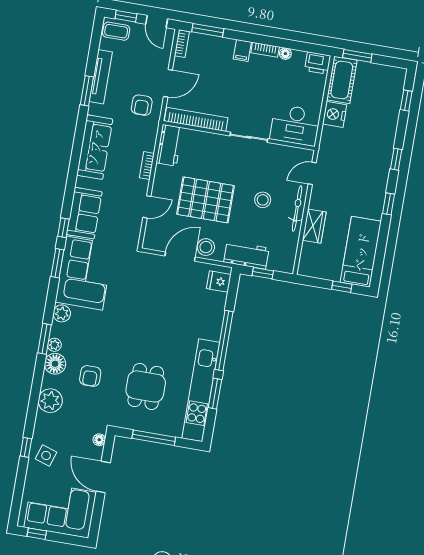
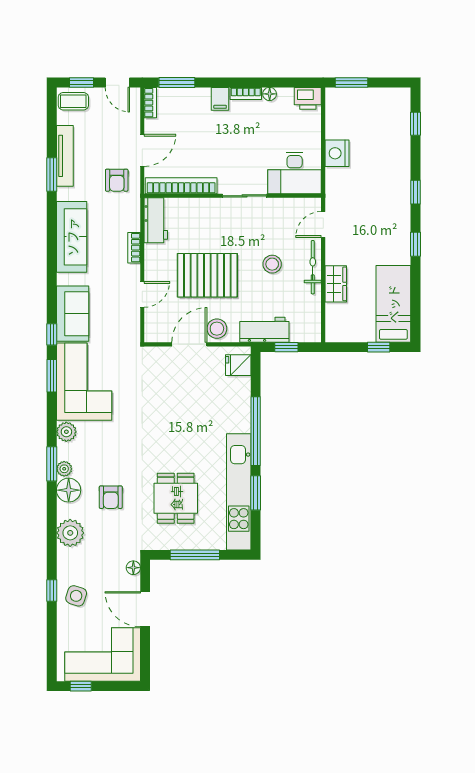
cot: (342, 80) -> (339, 113), removed

